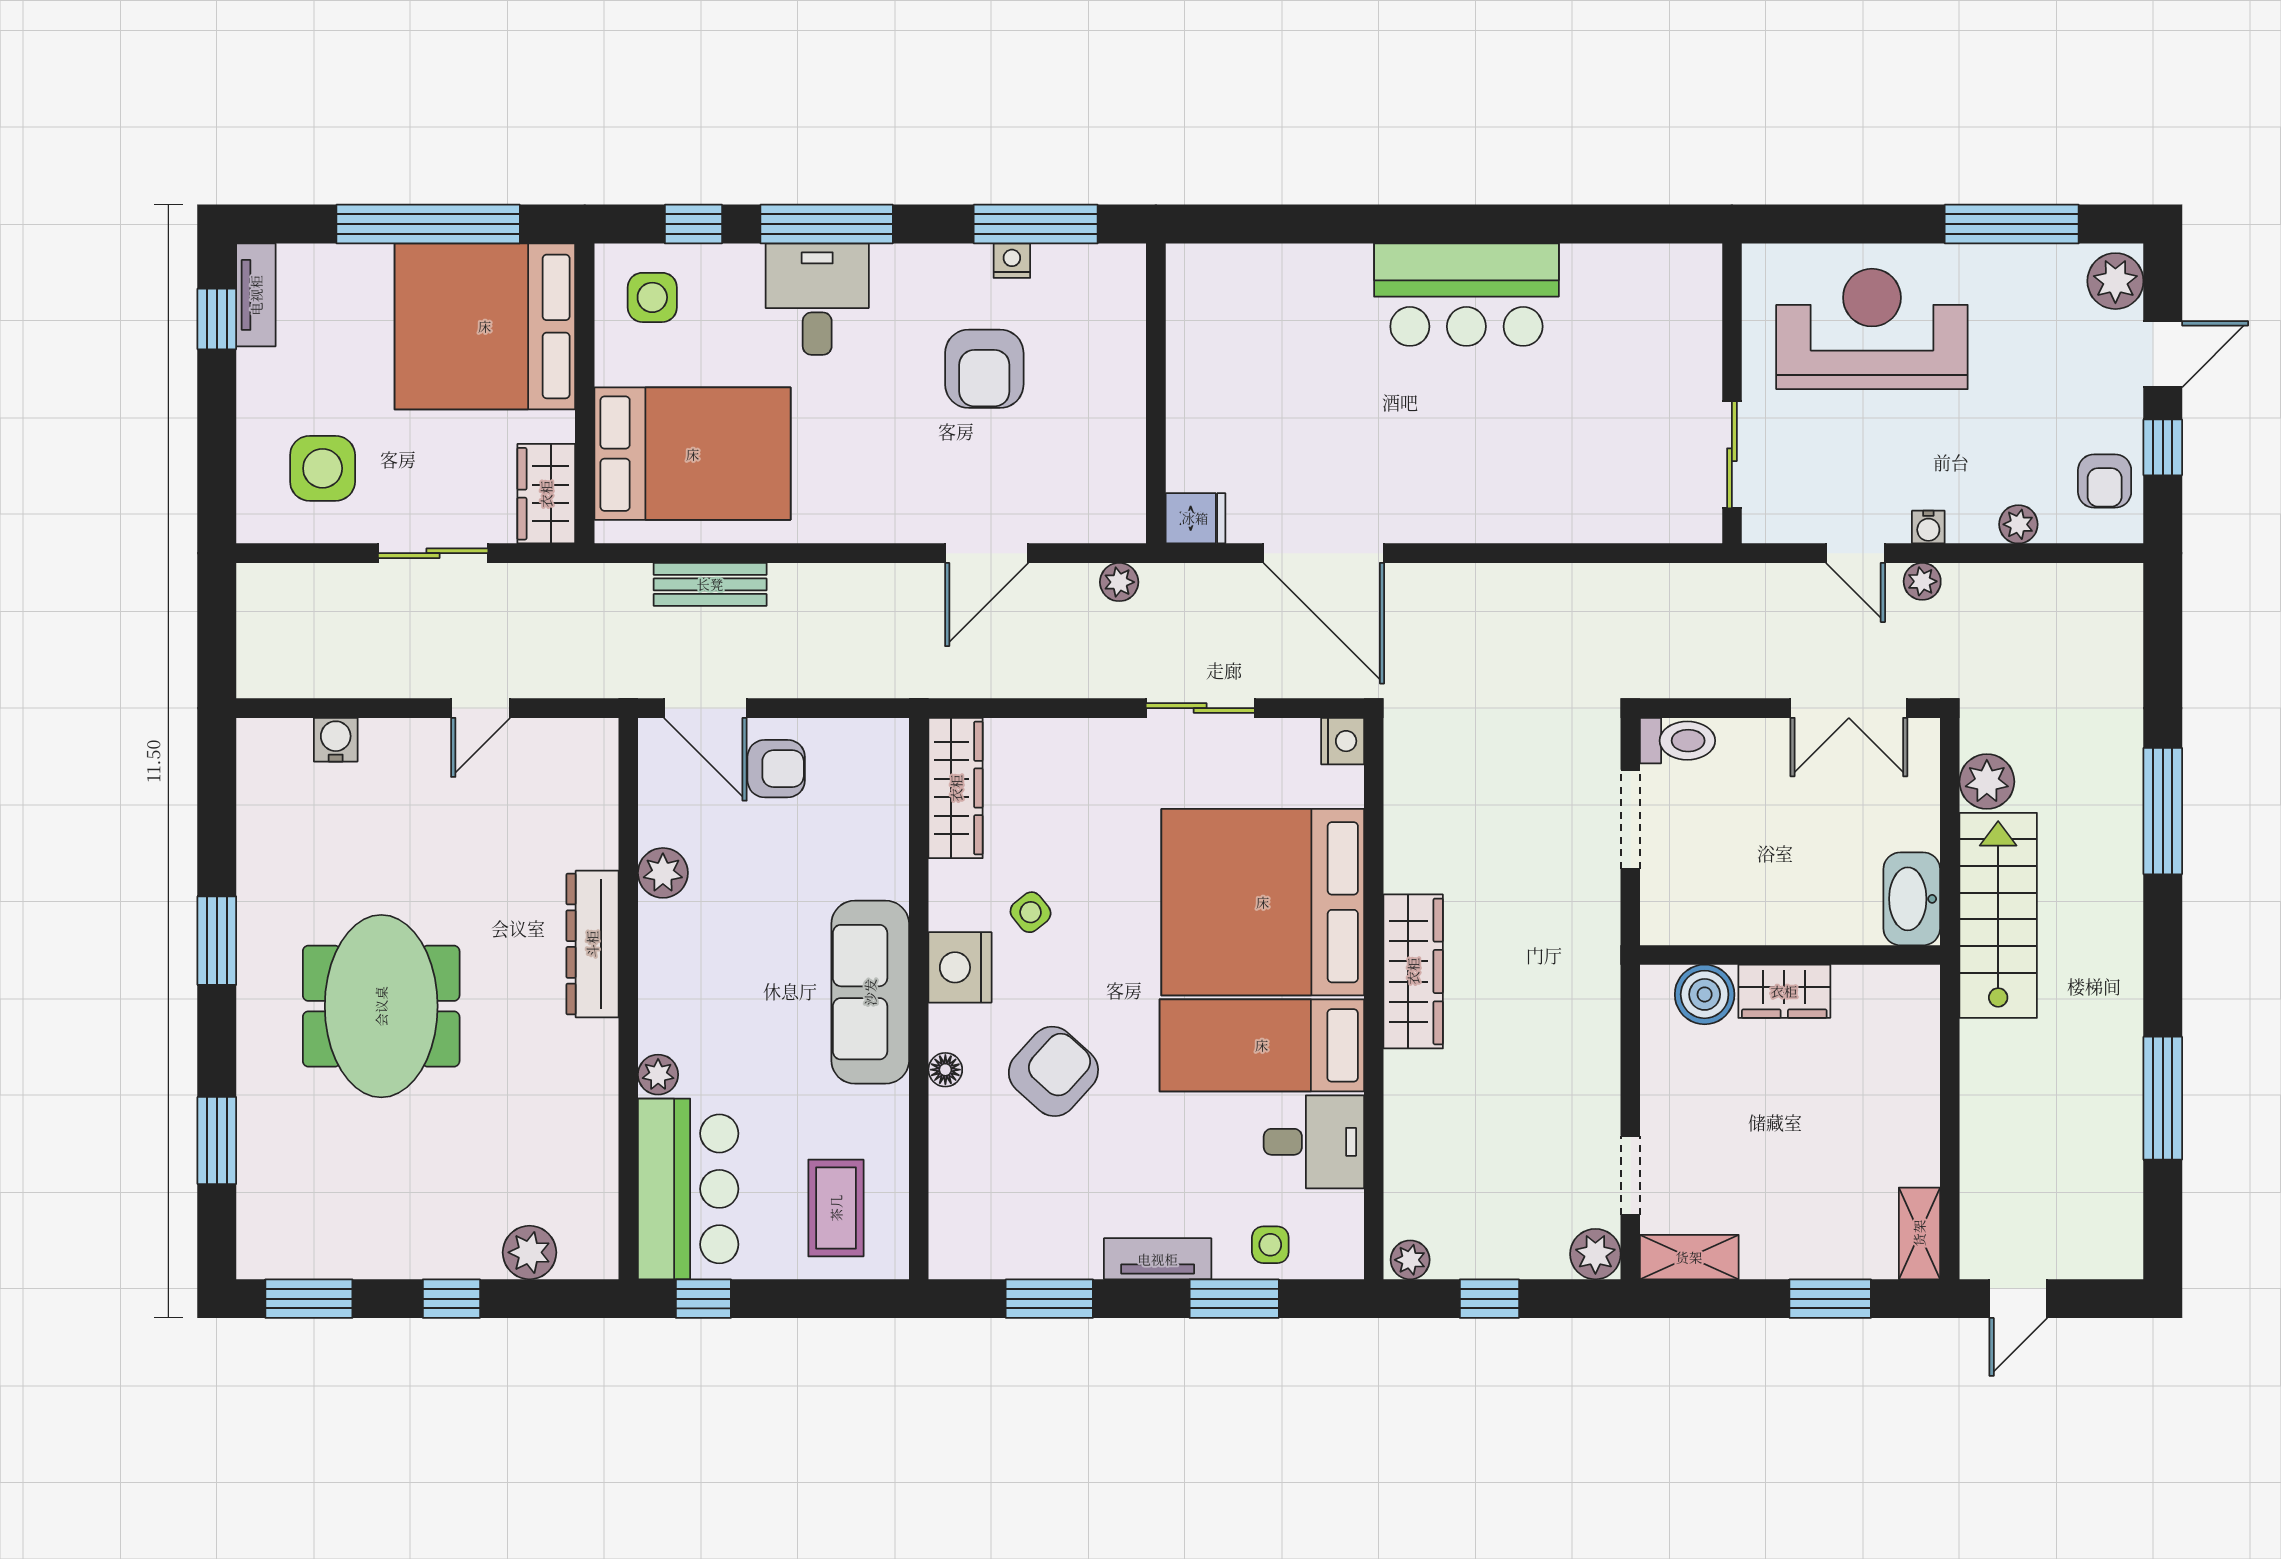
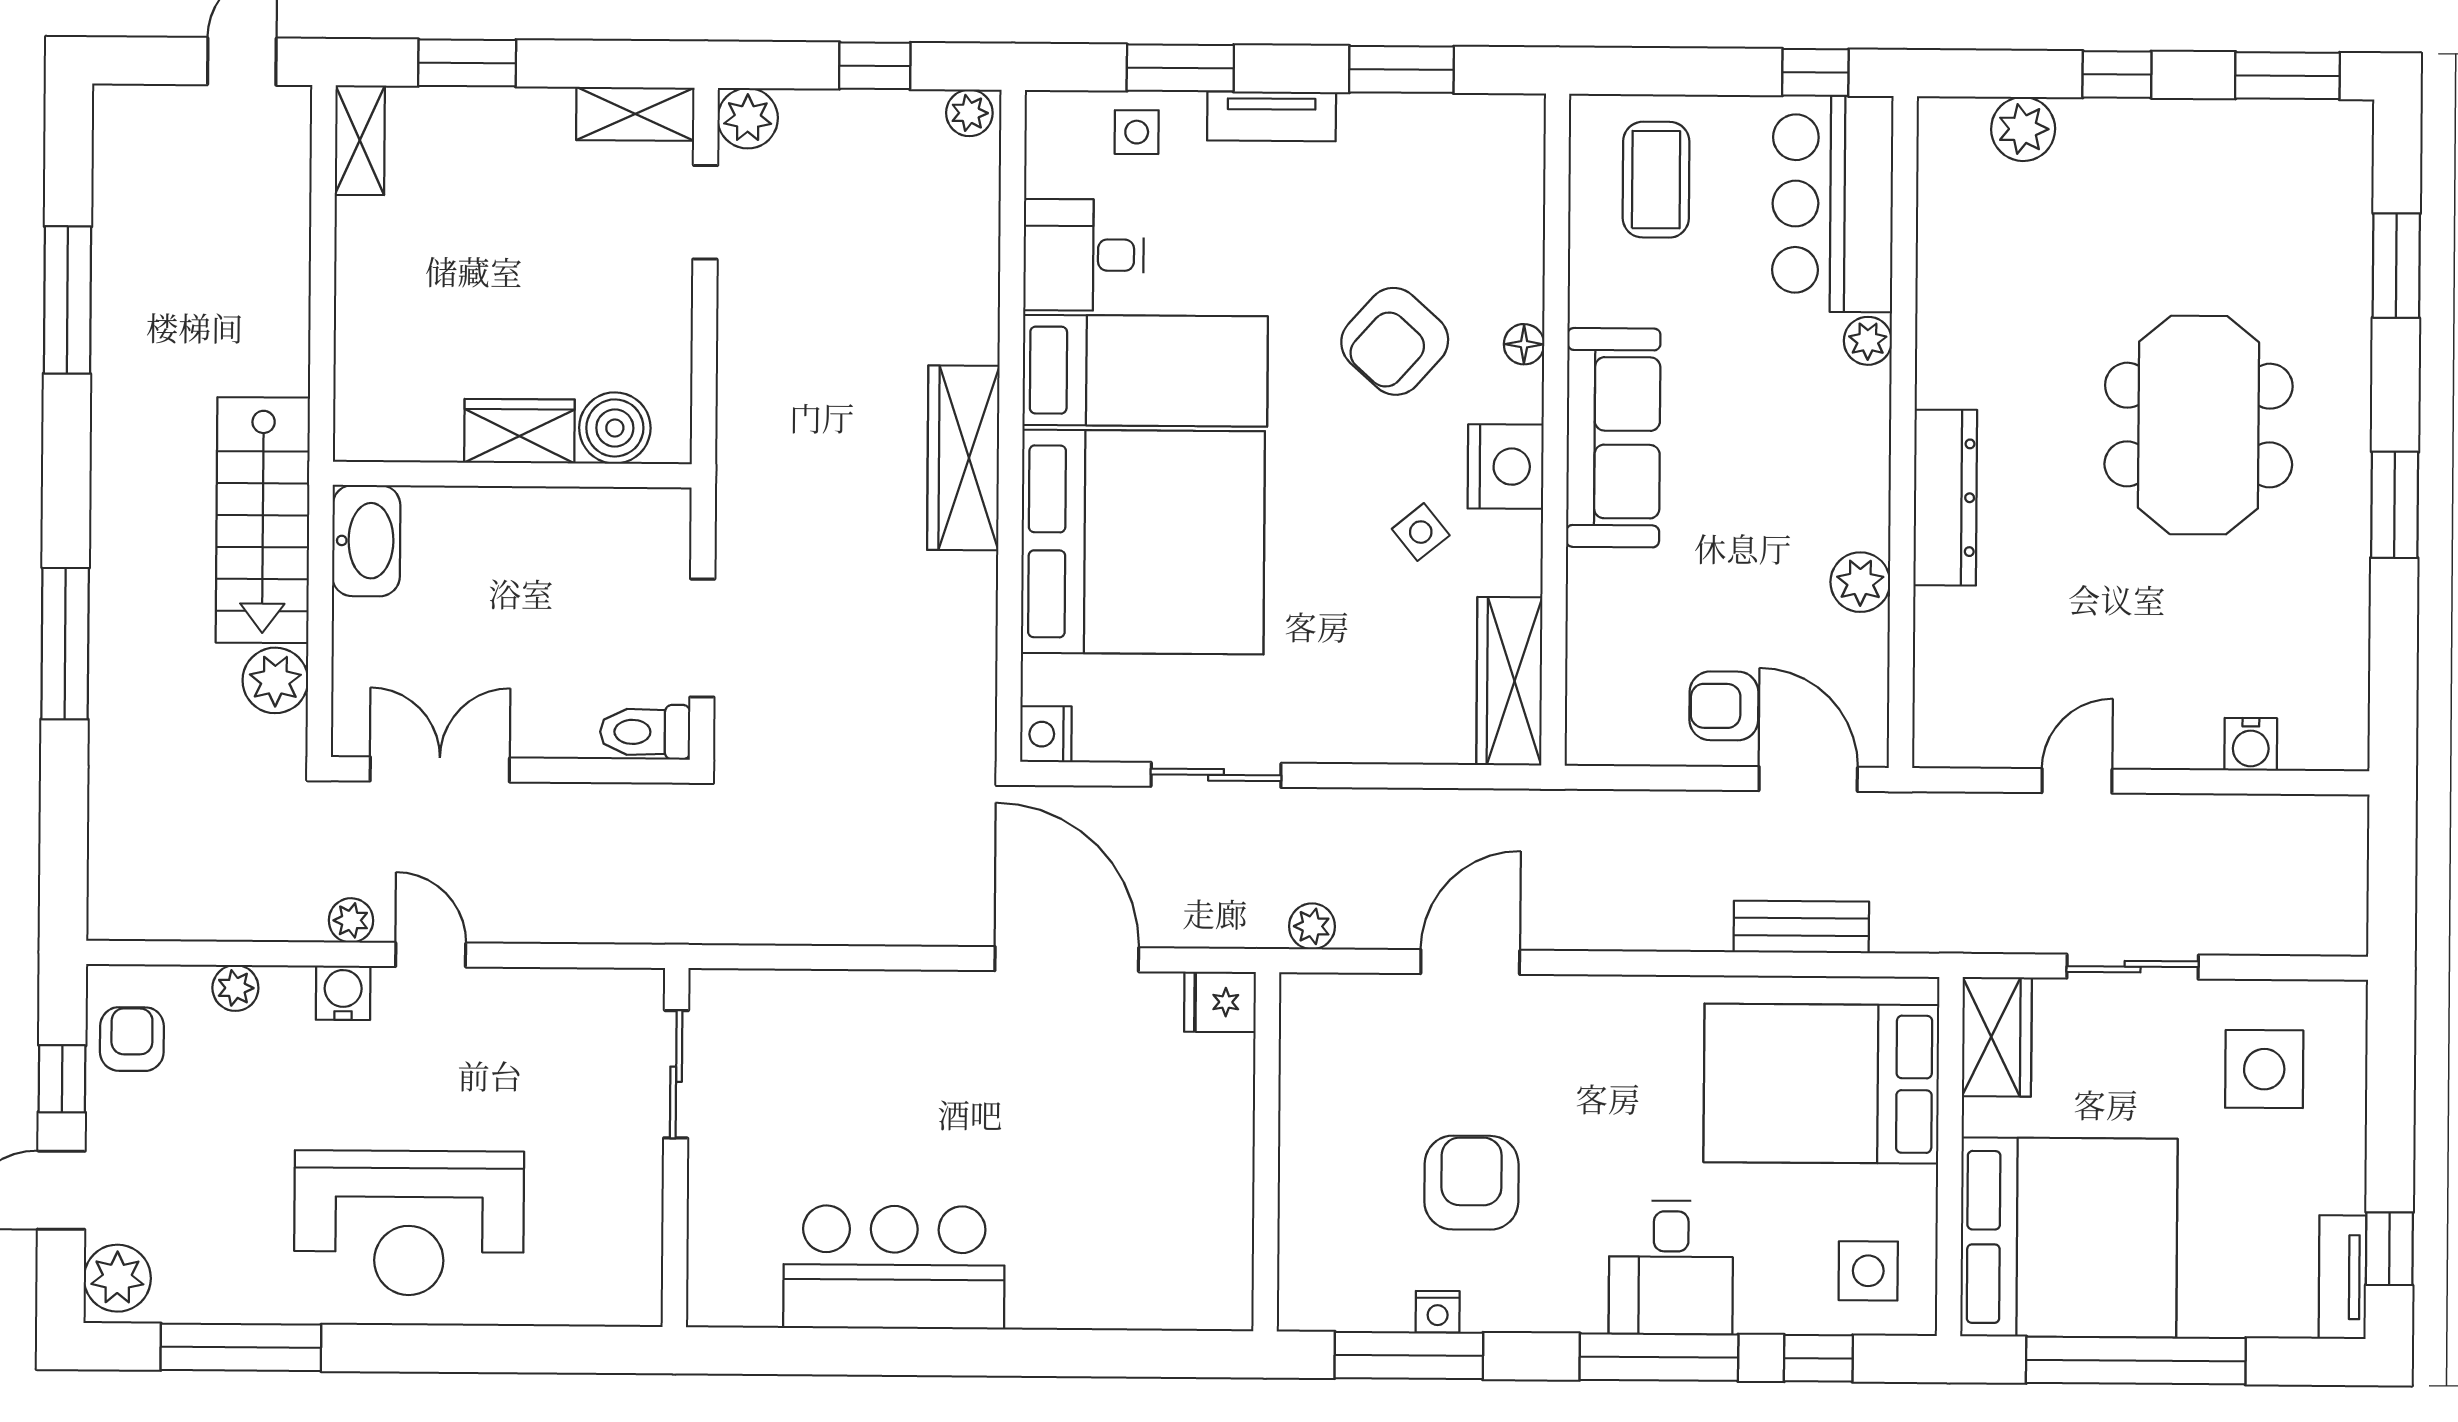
wall: (1732, 393) -> (676, 1148), moved
sliding door: (1732, 455) -> (676, 1074), moved
water cooler: (1928, 527) -> (343, 993), width x1.38, depth x1.38

